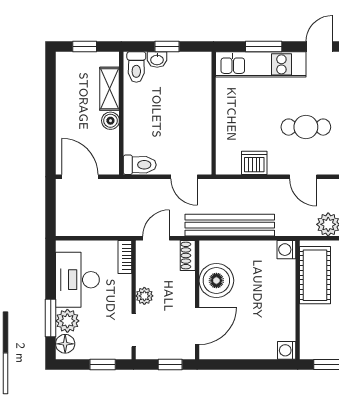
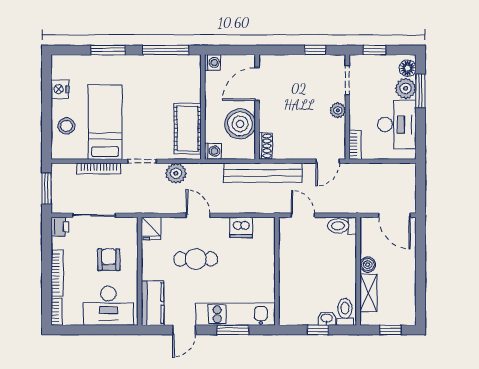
shoe rack: (188, 255) -> (265, 146), moved
boiler: (216, 281) -> (240, 124), moved
wall: (197, 300) -> (257, 107), moved
door: (197, 326) -> (257, 84), moved

